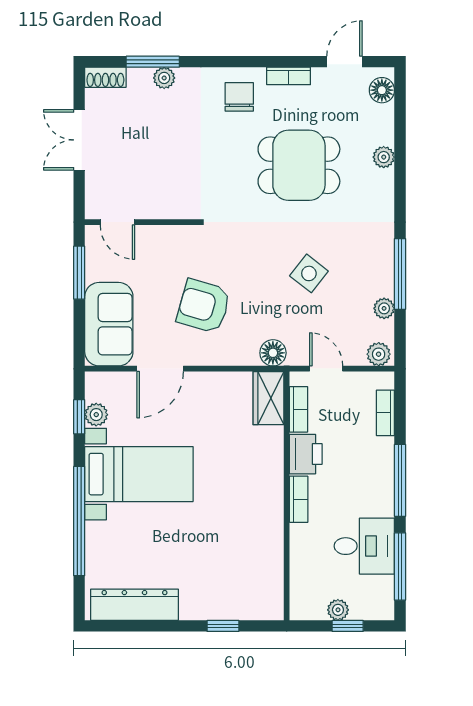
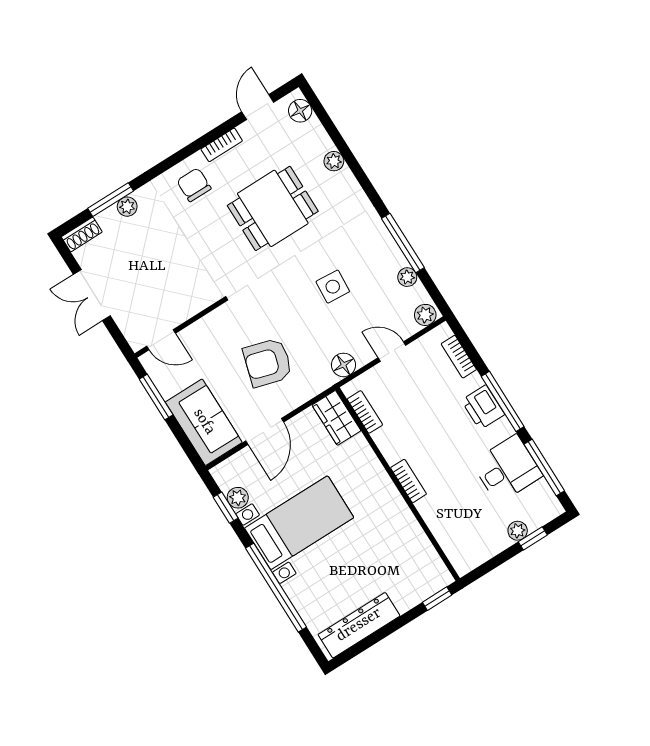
side table: (309, 273) -> (333, 287), turned -34
wardrobe: (268, 398) -> (336, 418), moved
bookcase: (298, 409) -> (365, 412), moved
printer: (306, 454) -> (483, 407), moved, turned 180
wall: (287, 496) -> (398, 484), moved
bookcase: (299, 499) -> (408, 481), moved

